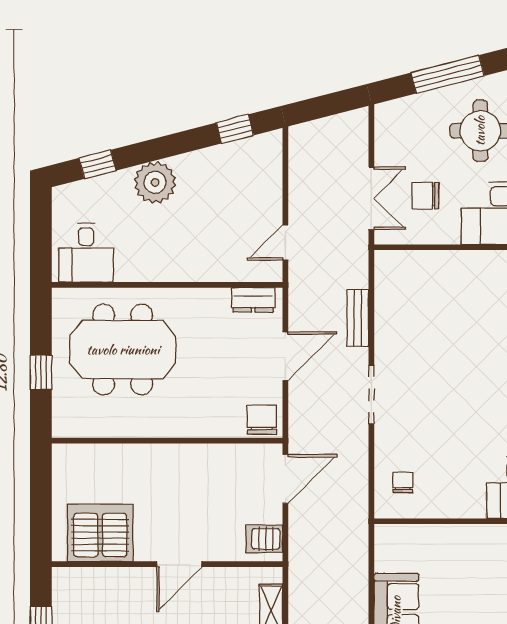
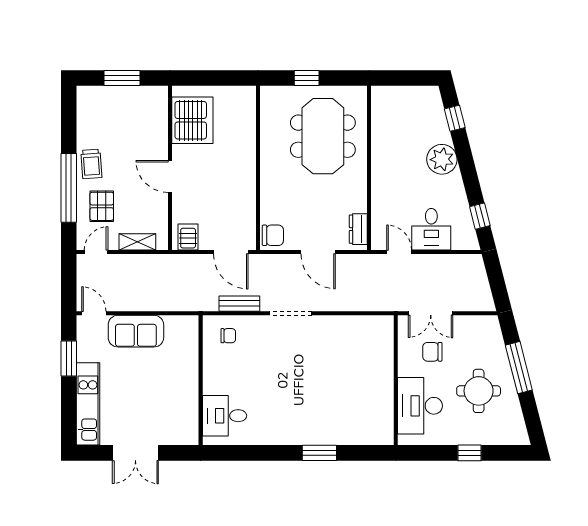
chair: (425, 196) -> (432, 352), turned -90
desk: (86, 253) -> (431, 229), moved, turned -90
bench: (358, 318) -> (239, 304), moved

